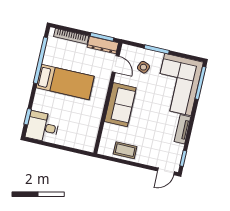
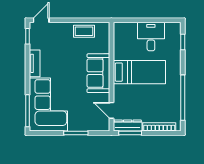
side table: (143, 67) -> (85, 113), removed
bed: (65, 82) -> (139, 72), moved, turned 180
desk: (43, 127) -> (151, 37), moved, turned -90

